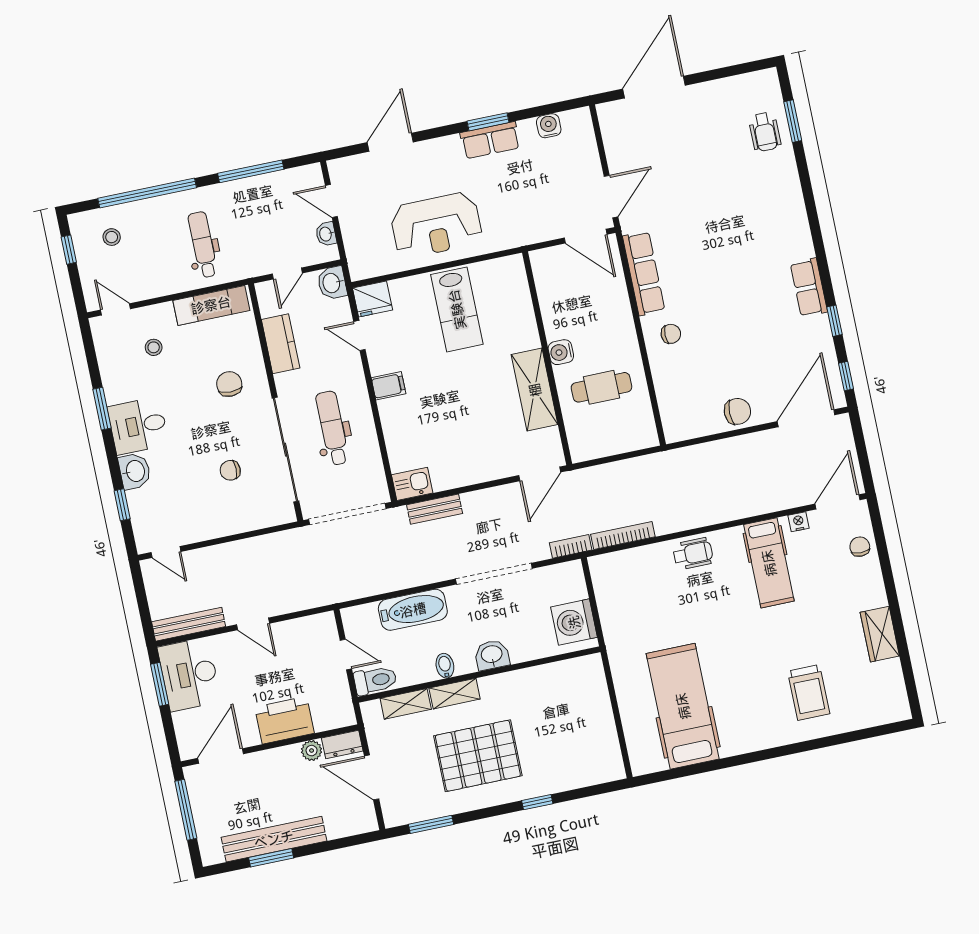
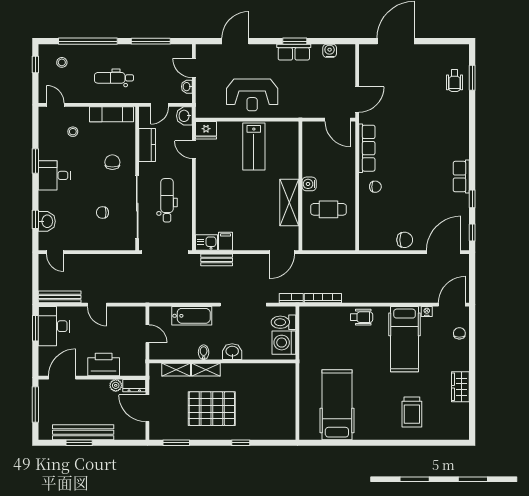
dental chair: (203, 245) -> (114, 78), turned -90
filing cabinet: (389, 386) -> (225, 241), moved, turned -90
washbasin: (135, 471) -> (47, 221), moved
hospital bed: (769, 563) -> (405, 339), width x1.37, depth x1.29
toilet: (375, 680) -> (283, 322), moved, turned 180

